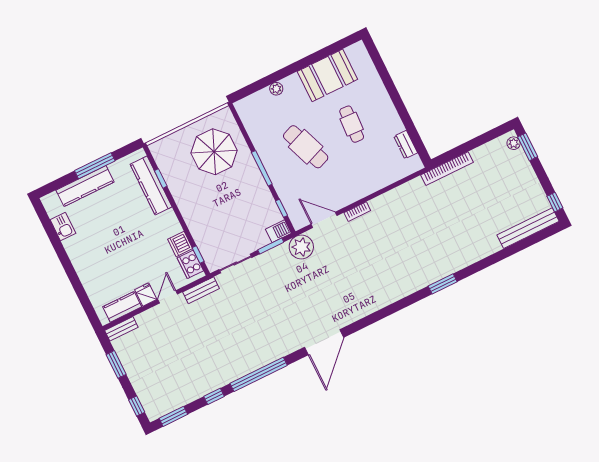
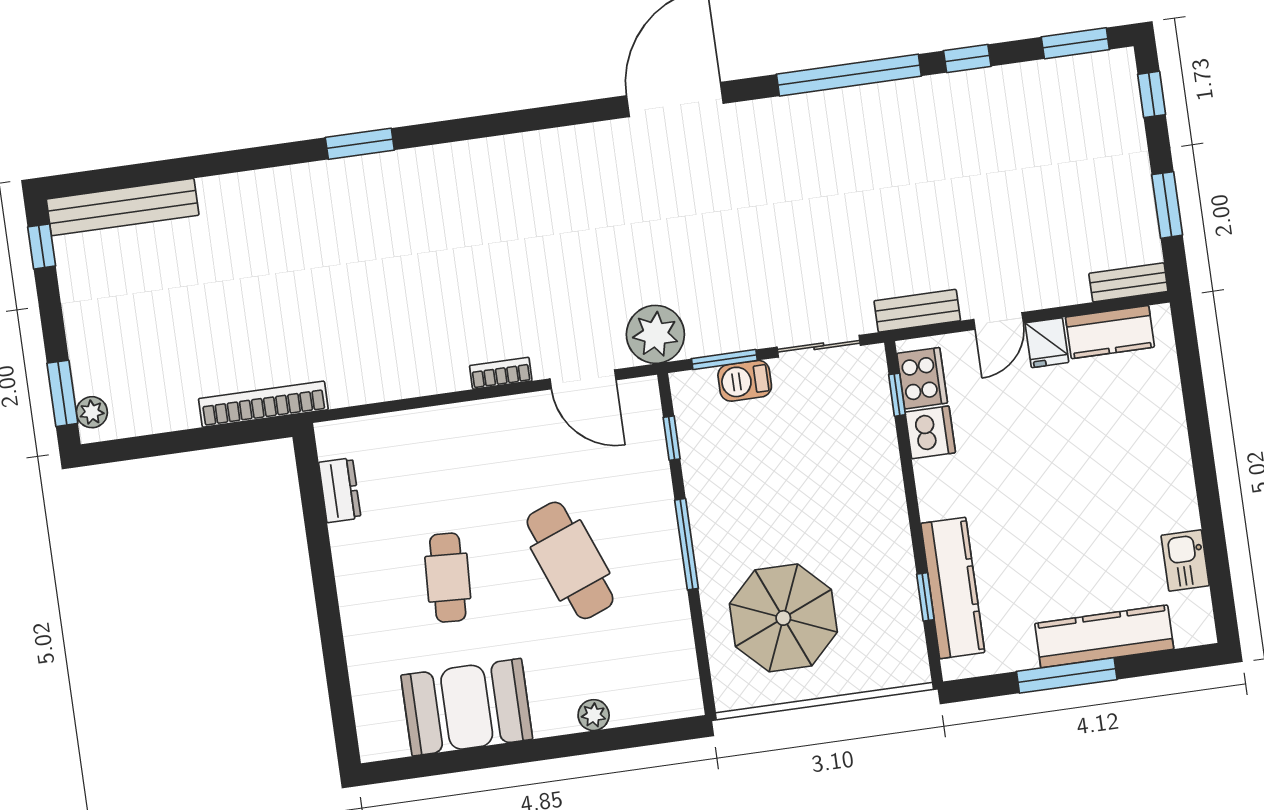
barbecue: (278, 231) -> (745, 381), moved

